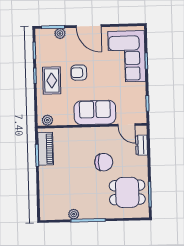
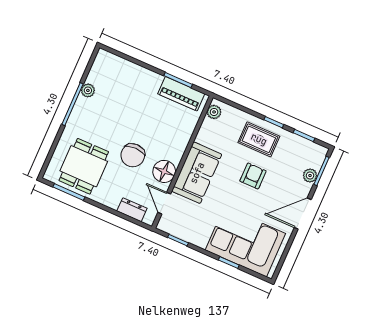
door: (126, 125) -> (164, 203), hinge flipped
floor lamp: (105, 135) -> (164, 171), added

